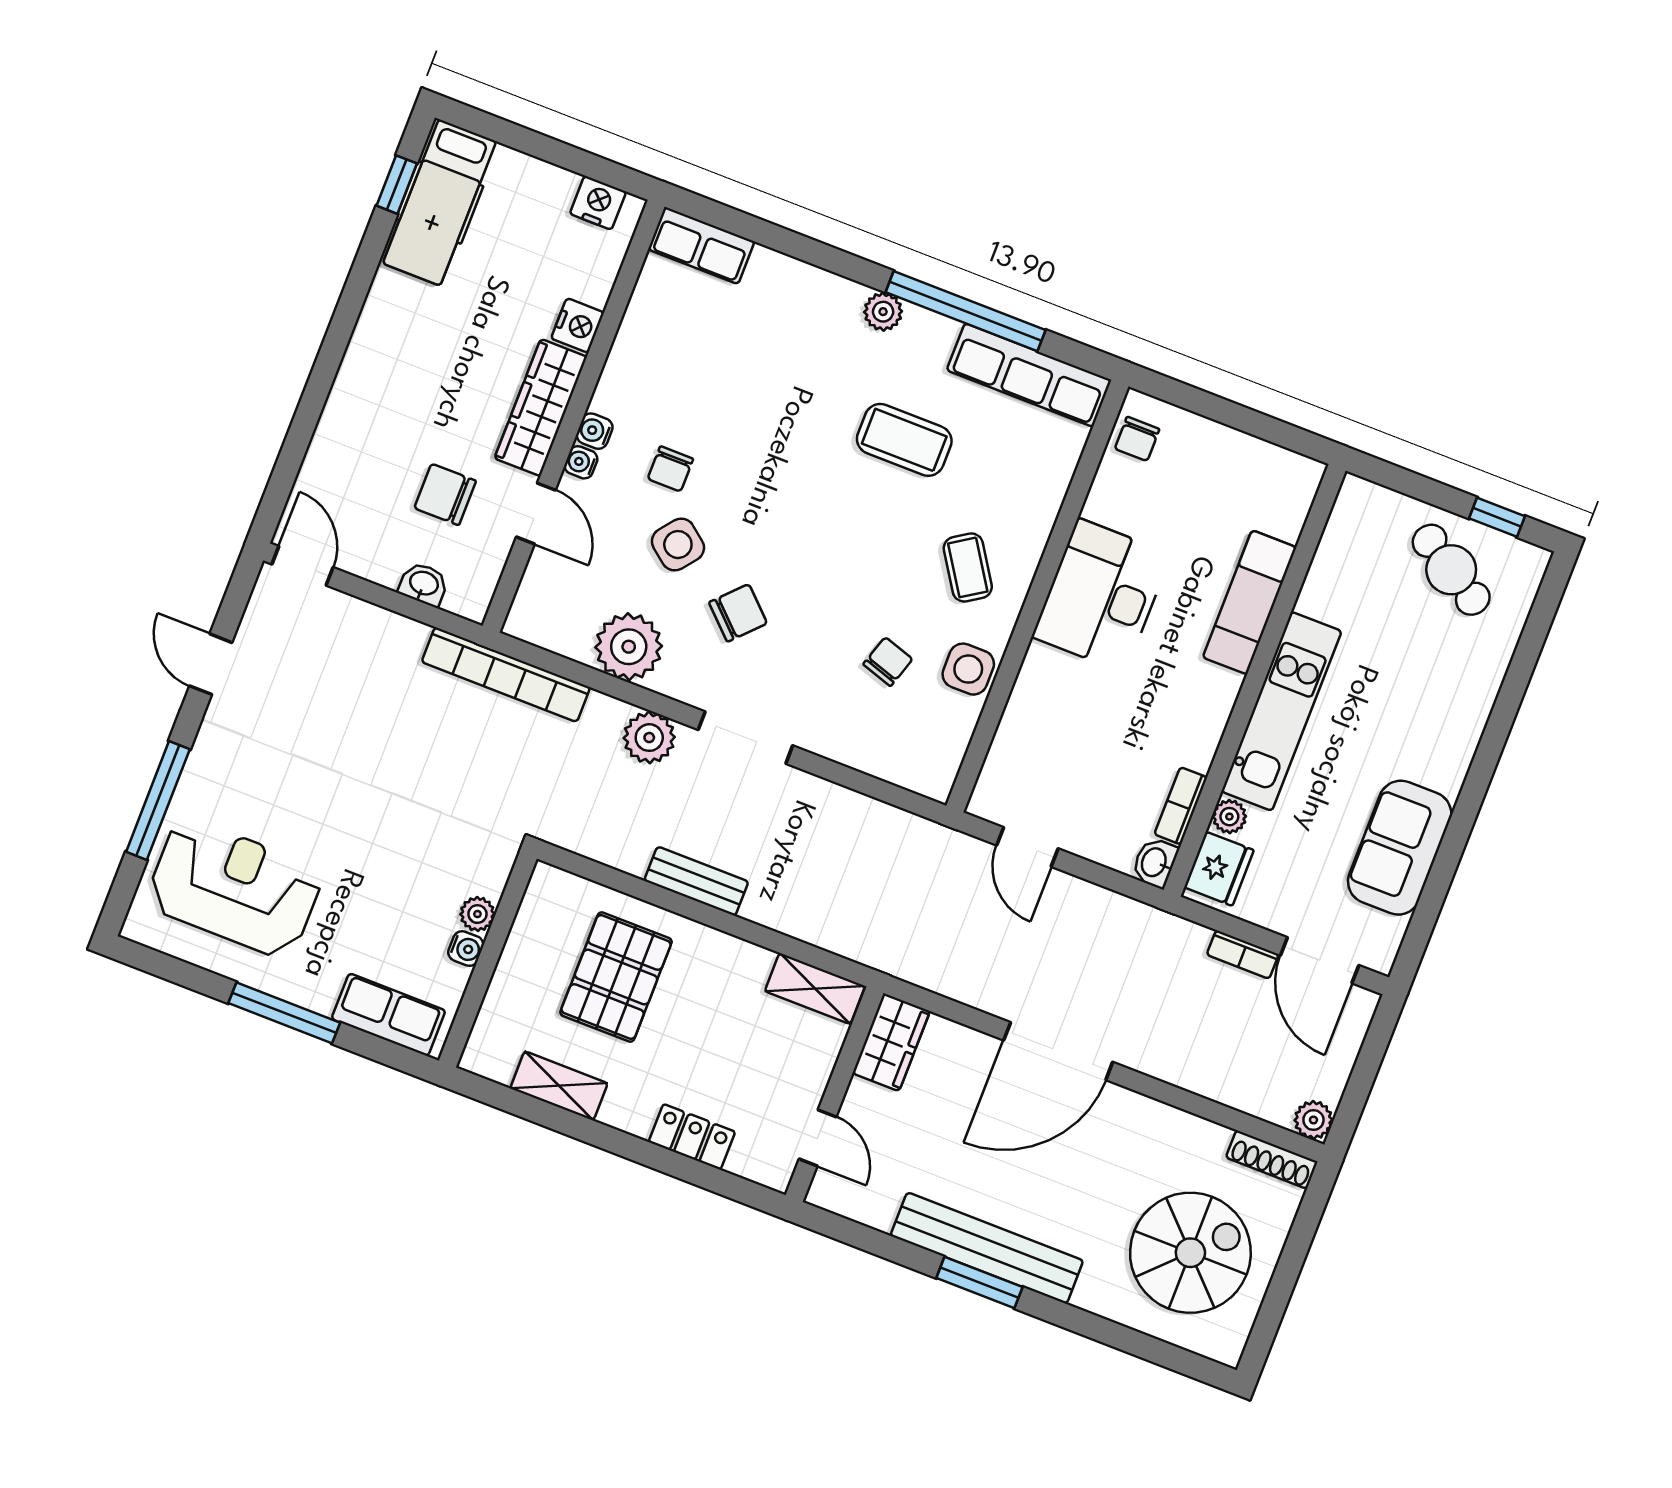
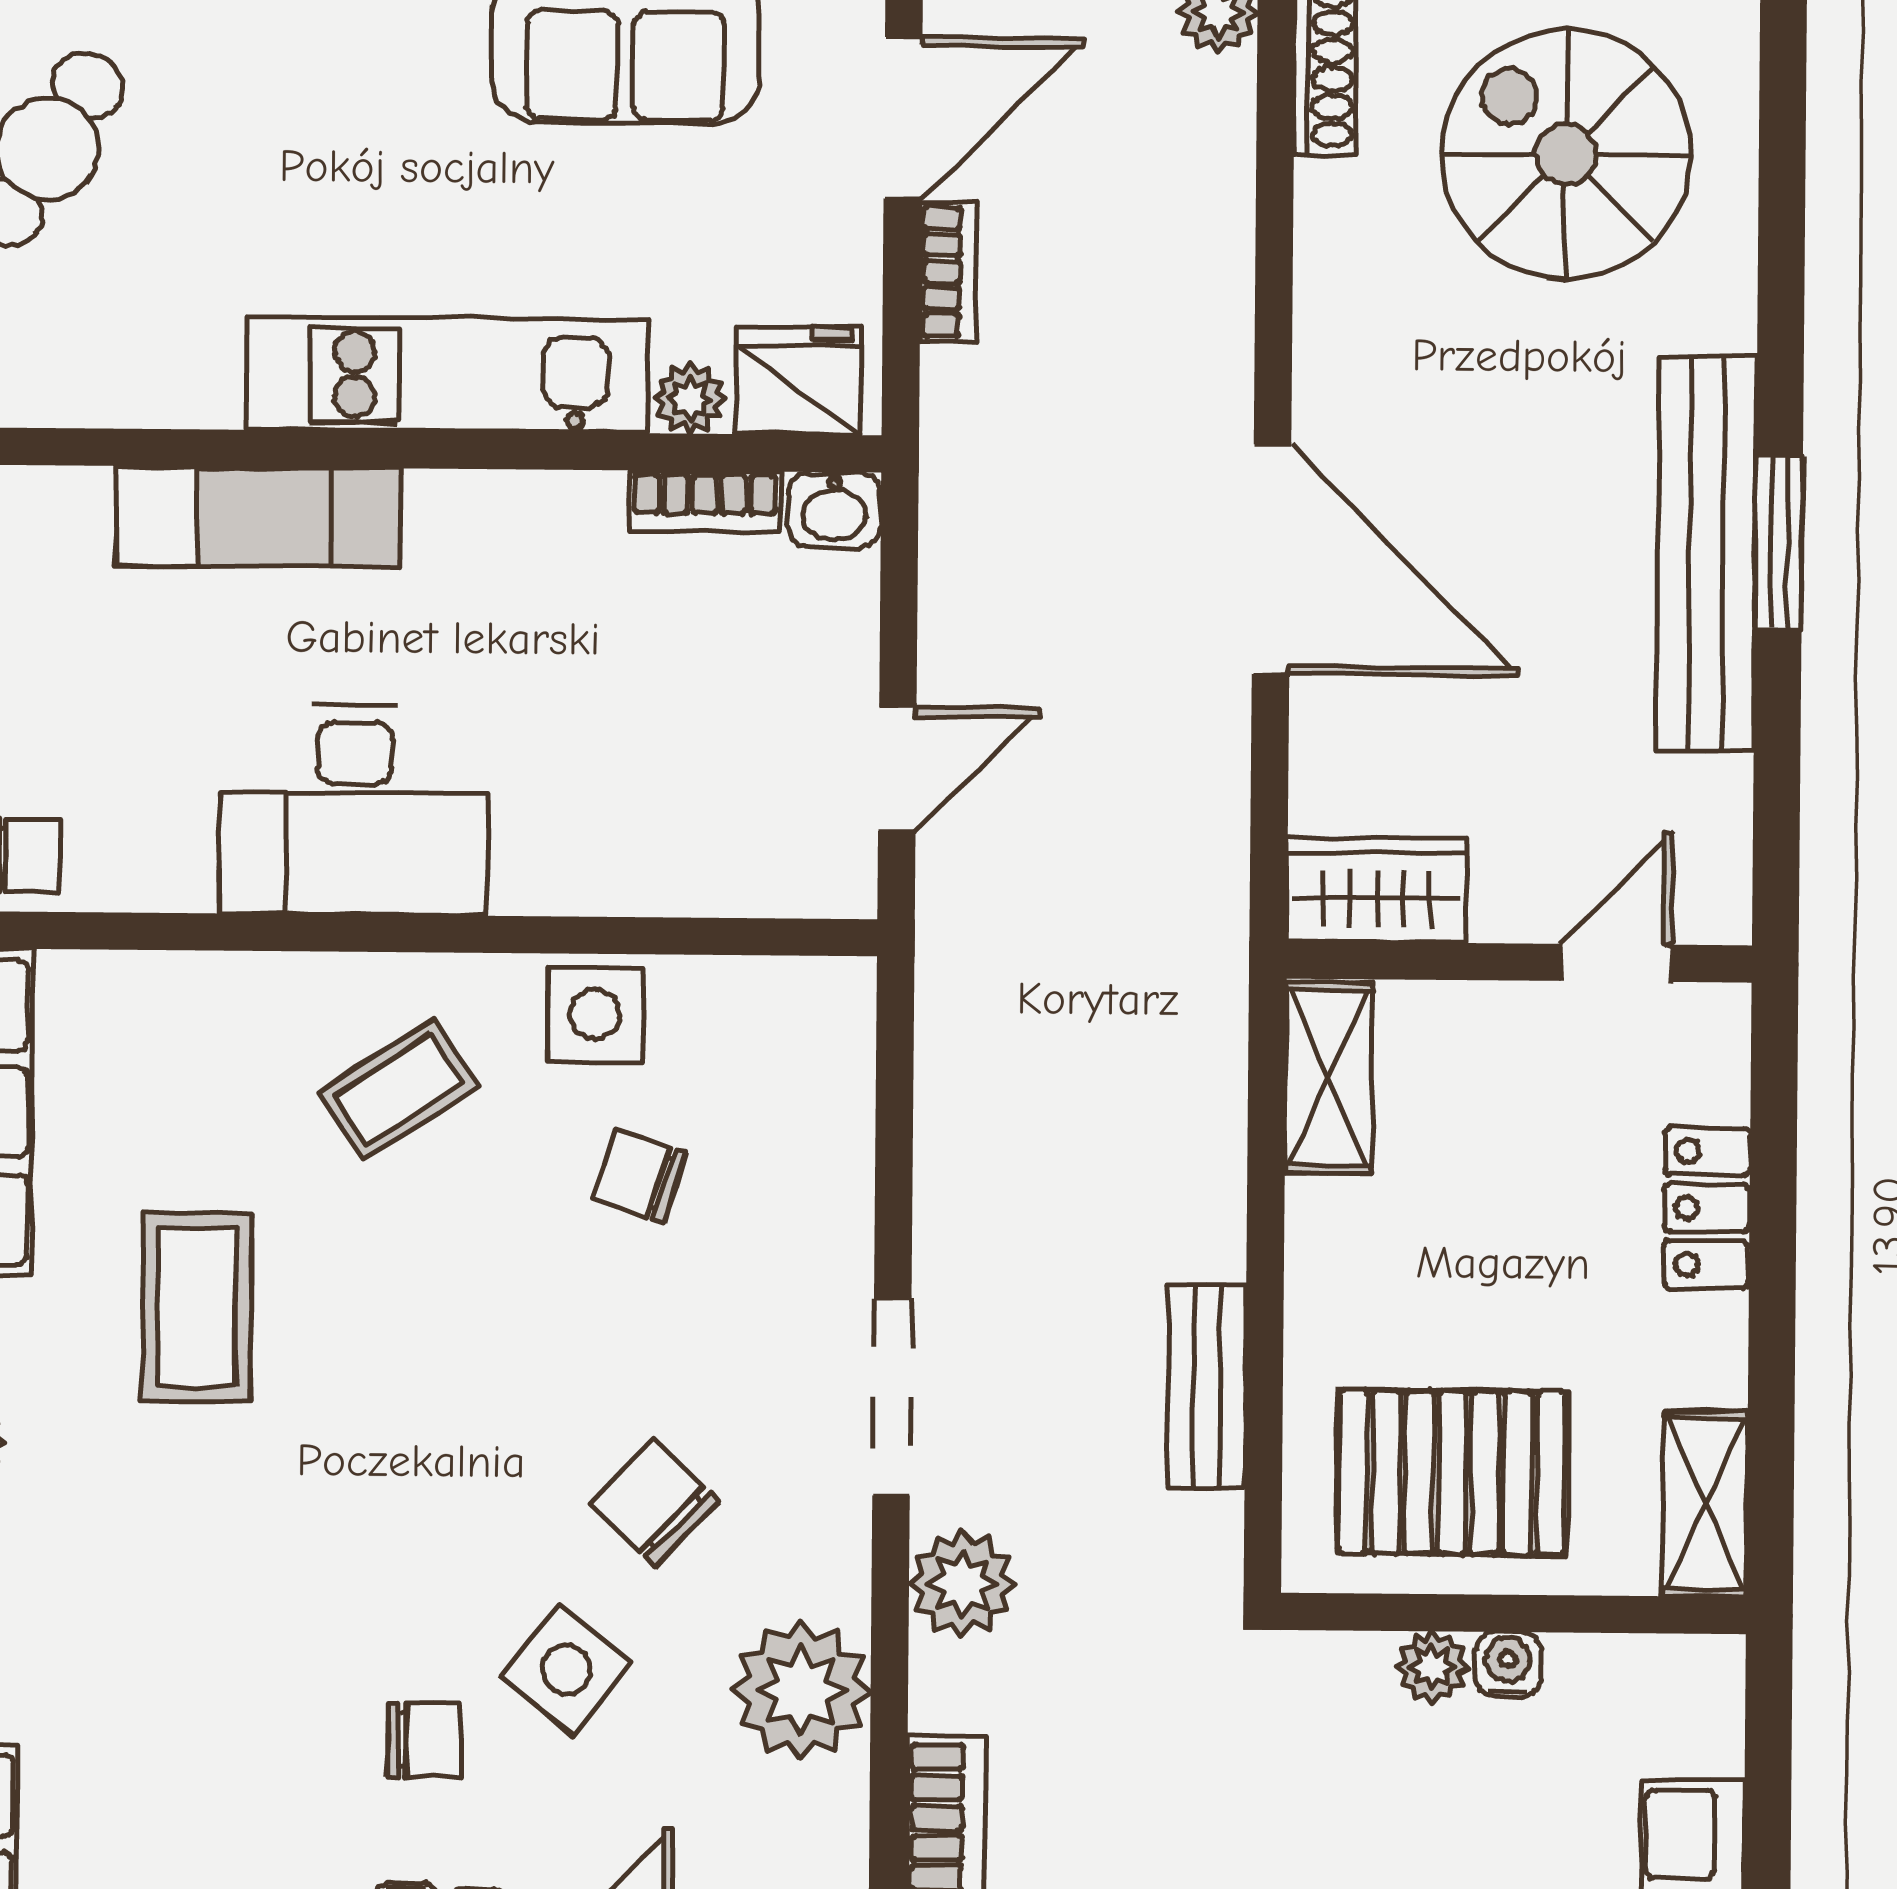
plant: (477, 914) -> (1432, 1667), moved
water cooler: (466, 949) -> (1508, 1664), moved
wall: (488, 960) -> (1514, 1613), moved

